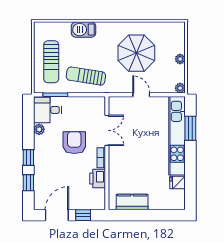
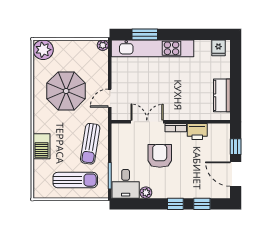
plant: (180, 59) -> (43, 50), moved, width x1.88, depth x1.88
door: (141, 95) -> (110, 98), moved
armchair: (74, 143) -> (160, 156), turned 90
fridge: (178, 182) -> (218, 48), moved

